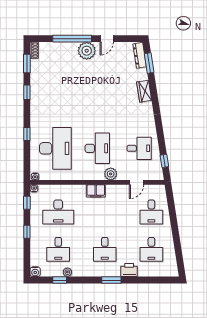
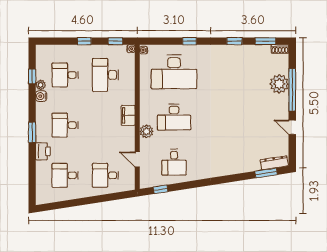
plant: (87, 51) -> (279, 84), moved
wardrobe: (144, 91) -> (236, 168), removed
water cooler: (35, 272) -> (41, 96), moved

